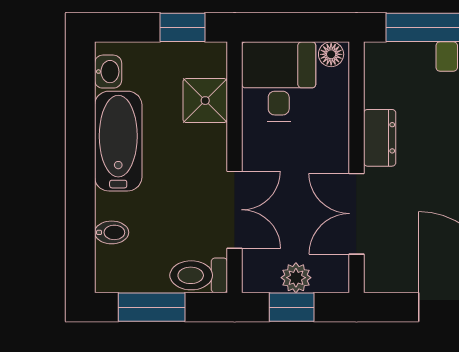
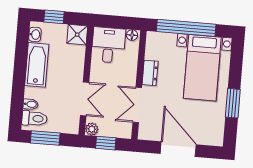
window: (182, 27) -> (54, 17), moved
shower: (205, 101) -> (77, 35), moved
toilet: (199, 275) -> (34, 118), moved, turned 180
plant: (296, 278) -> (92, 129), moved

